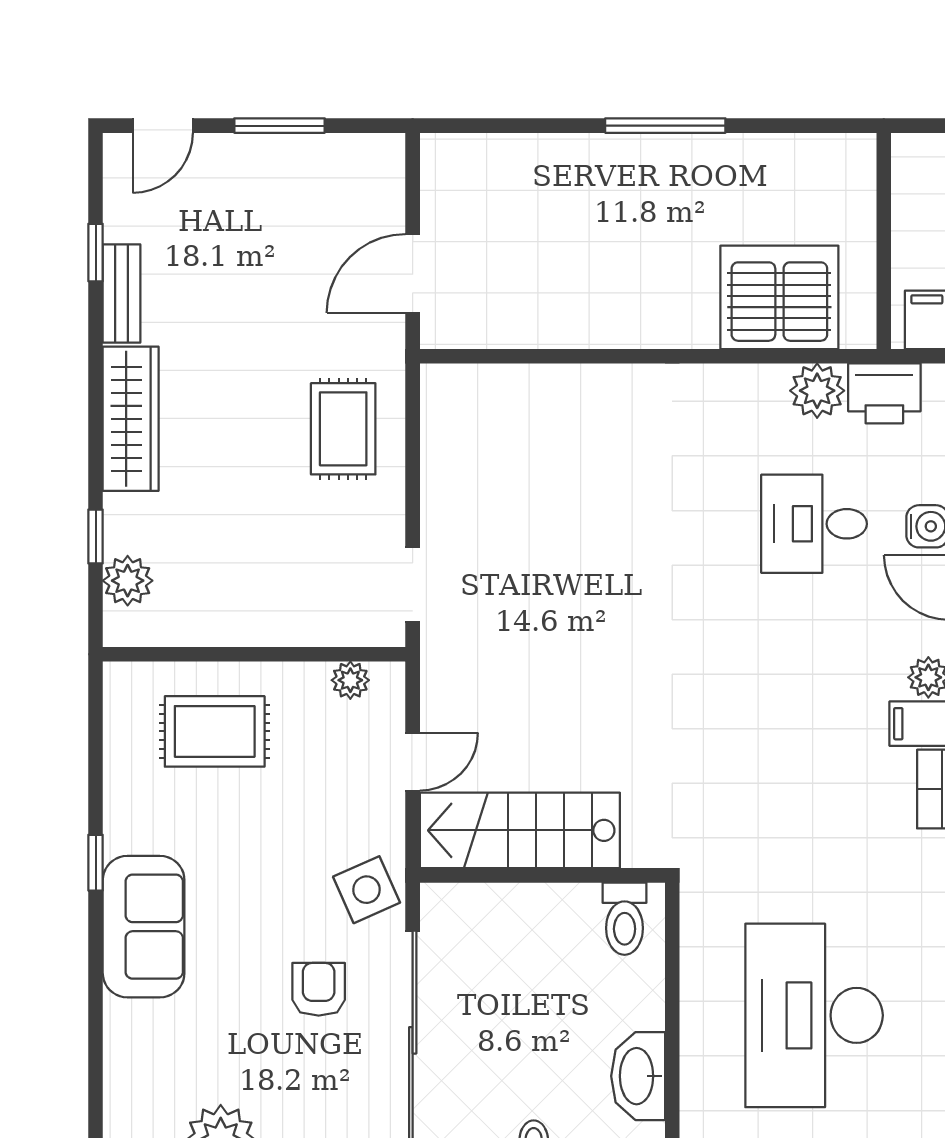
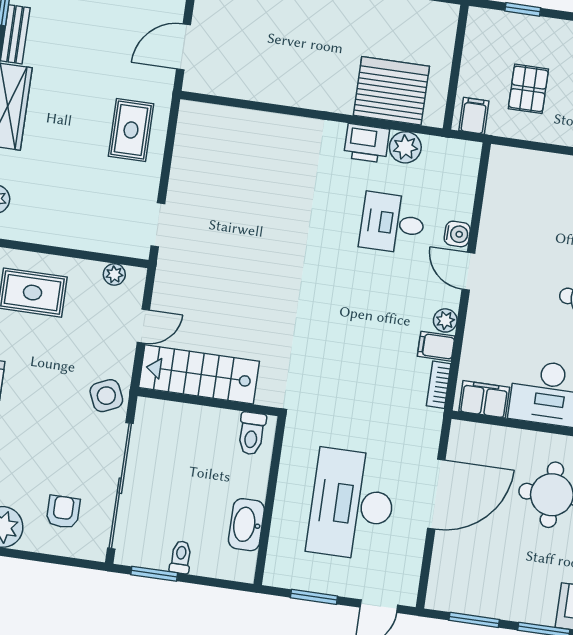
printer: (884, 393) -> (367, 143), moved
armchair: (319, 989) -> (63, 512), moved

